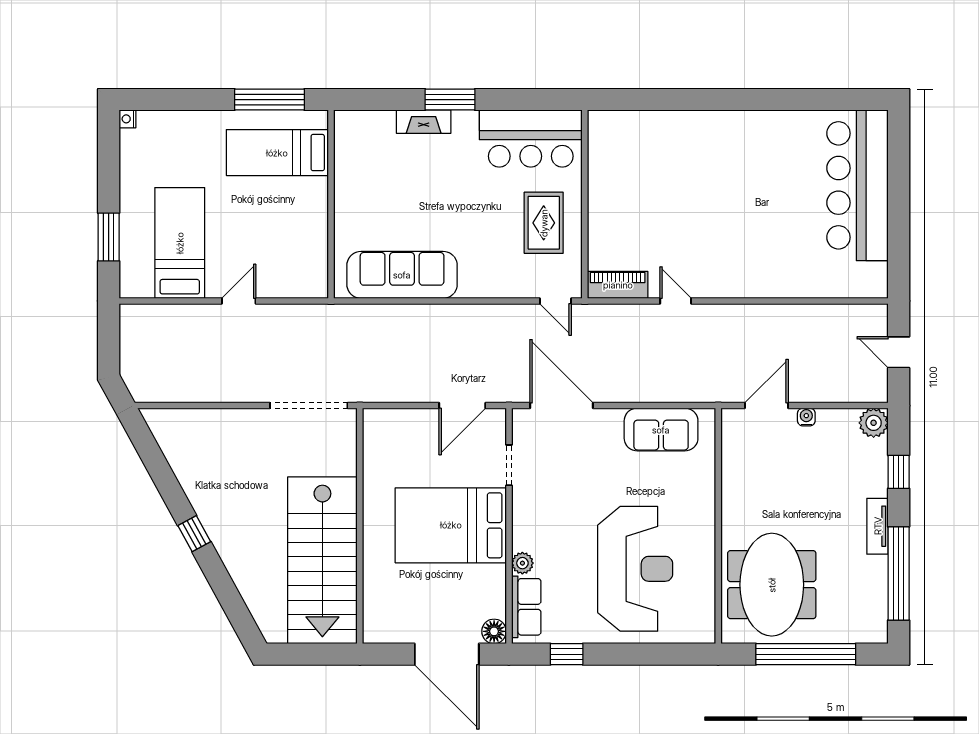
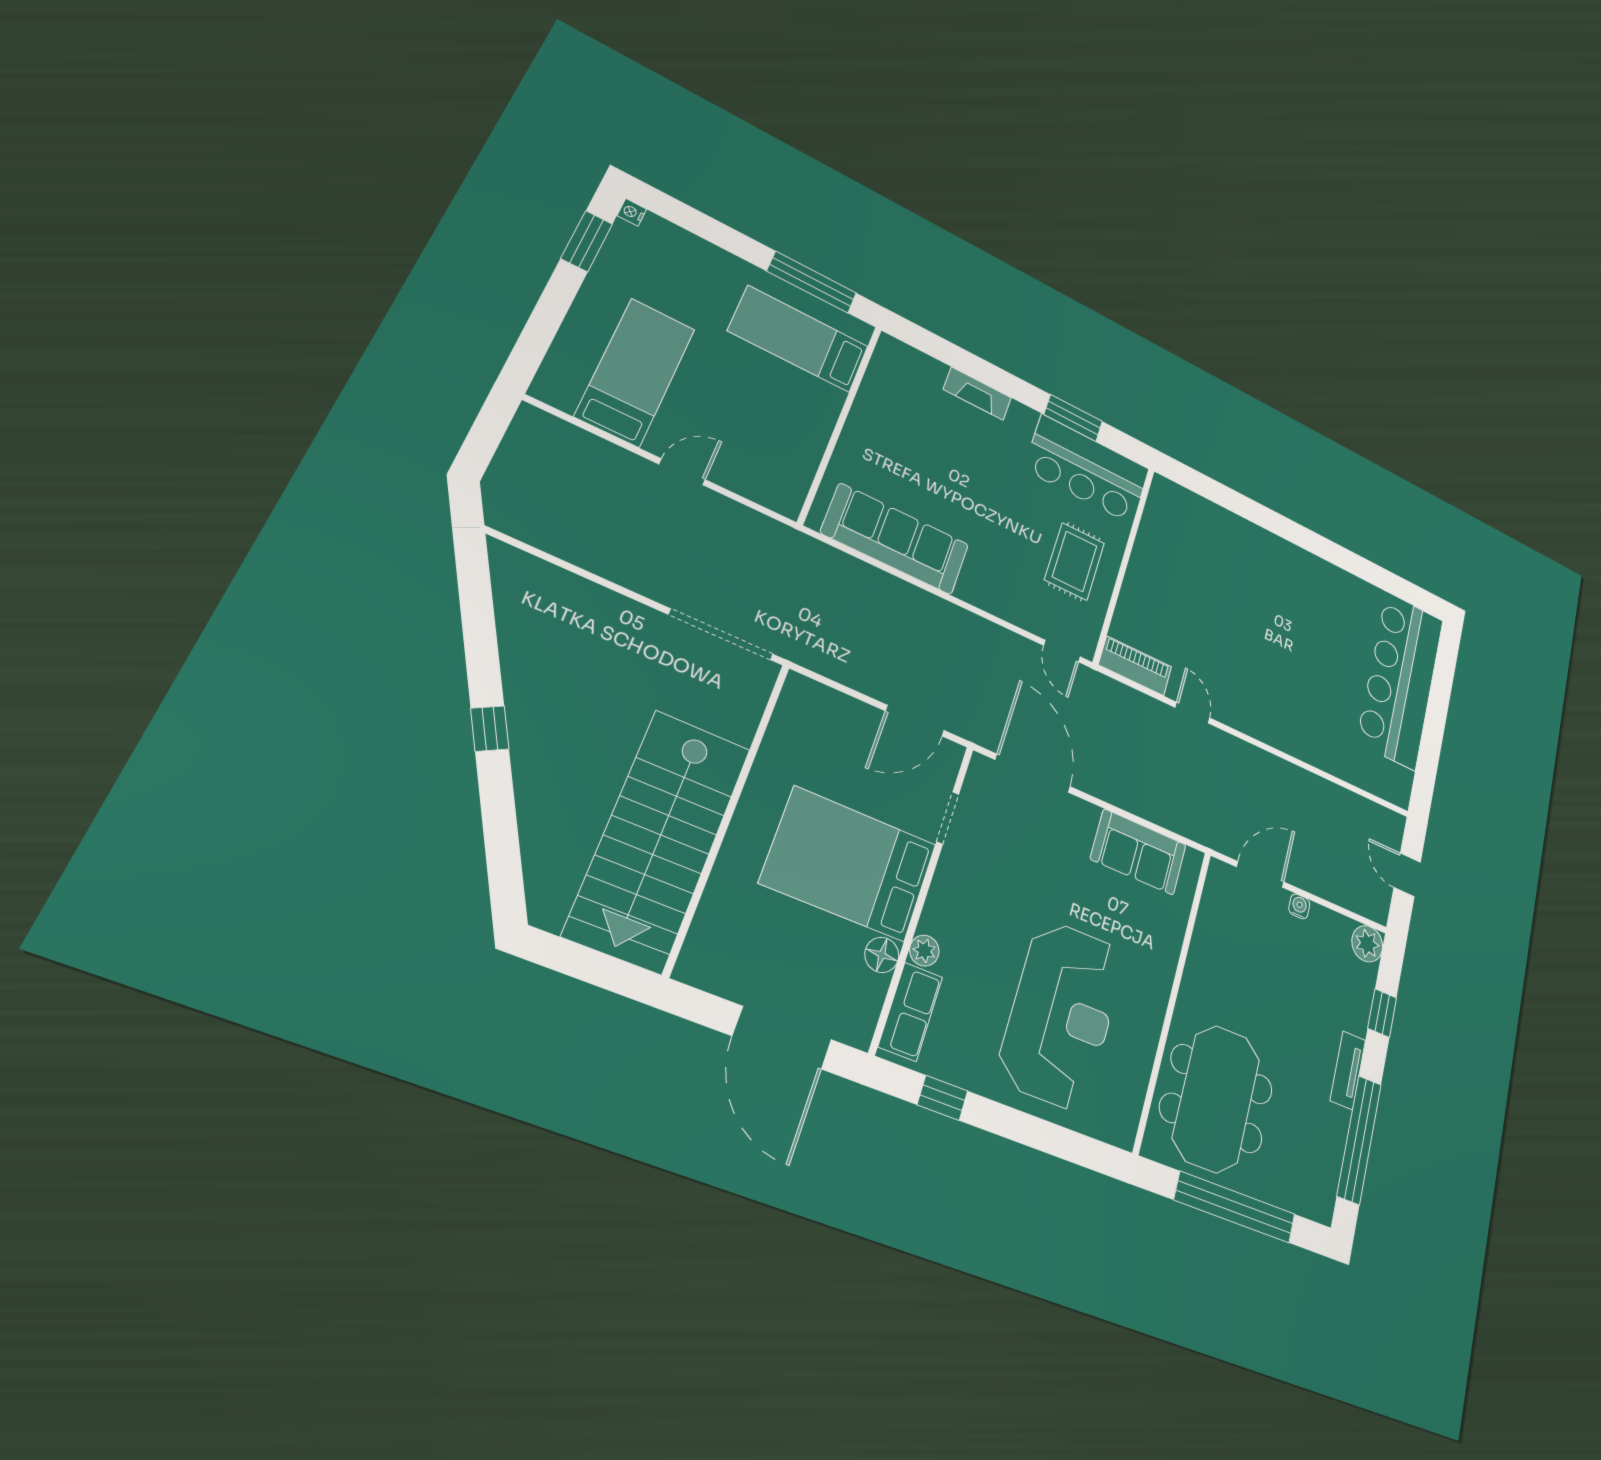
window: (450, 100) -> (1073, 418), moved
window: (109, 237) -> (587, 241), moved
floor lamp: (494, 631) -> (882, 955), moved

